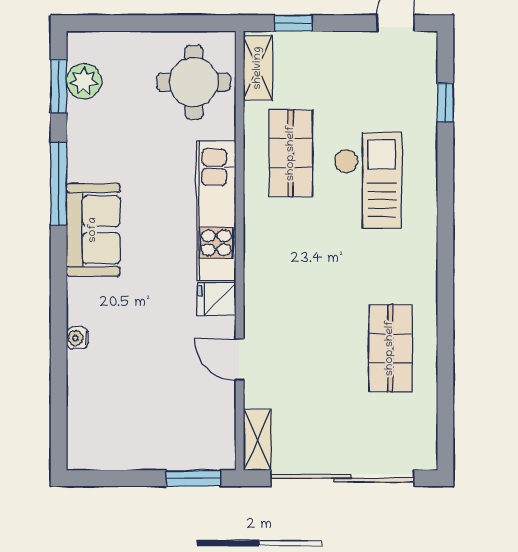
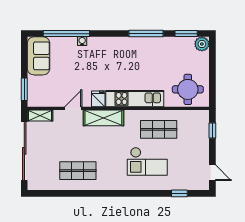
shelving: (258, 68) -> (103, 118), moved, width x1.50, depth x1.33
plant: (84, 81) -> (202, 44), moved
sofa: (93, 230) -> (39, 56), moved, turned -90
window: (59, 376) -> (66, 34), added

